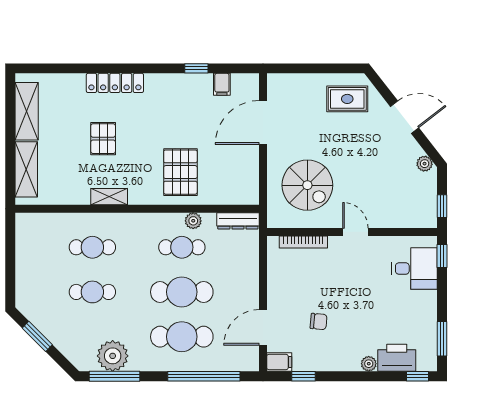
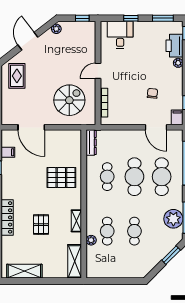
pallet: (103, 139) -> (41, 225), turned 90
shelving: (26, 169) -> (75, 261), moved, turned 90
plant: (193, 221) -> (91, 240), moved
window: (442, 256) -> (131, 18), moved
window: (37, 336) -> (171, 255), moved

